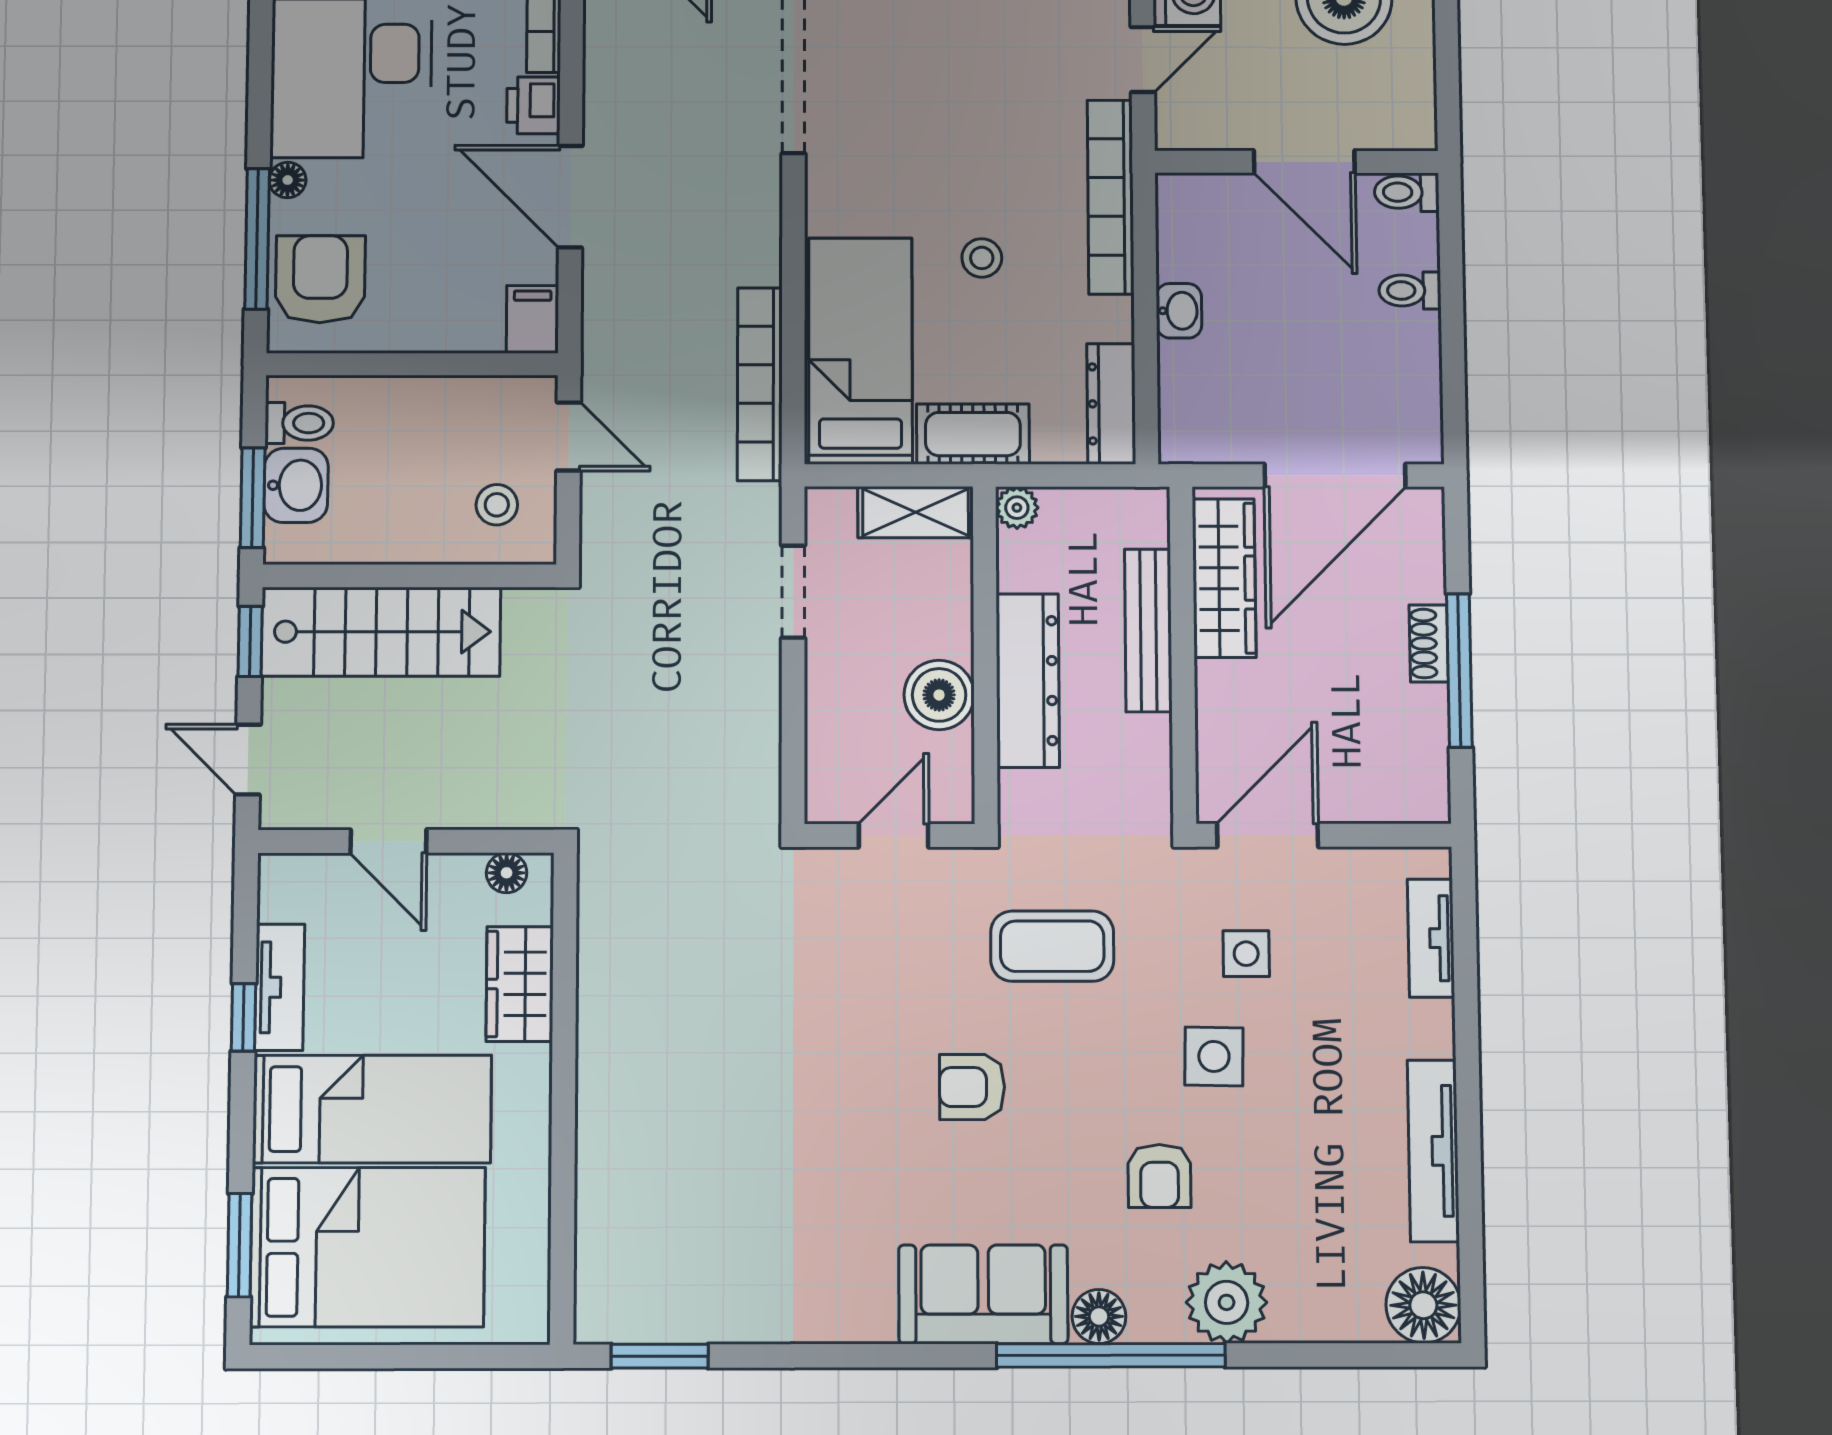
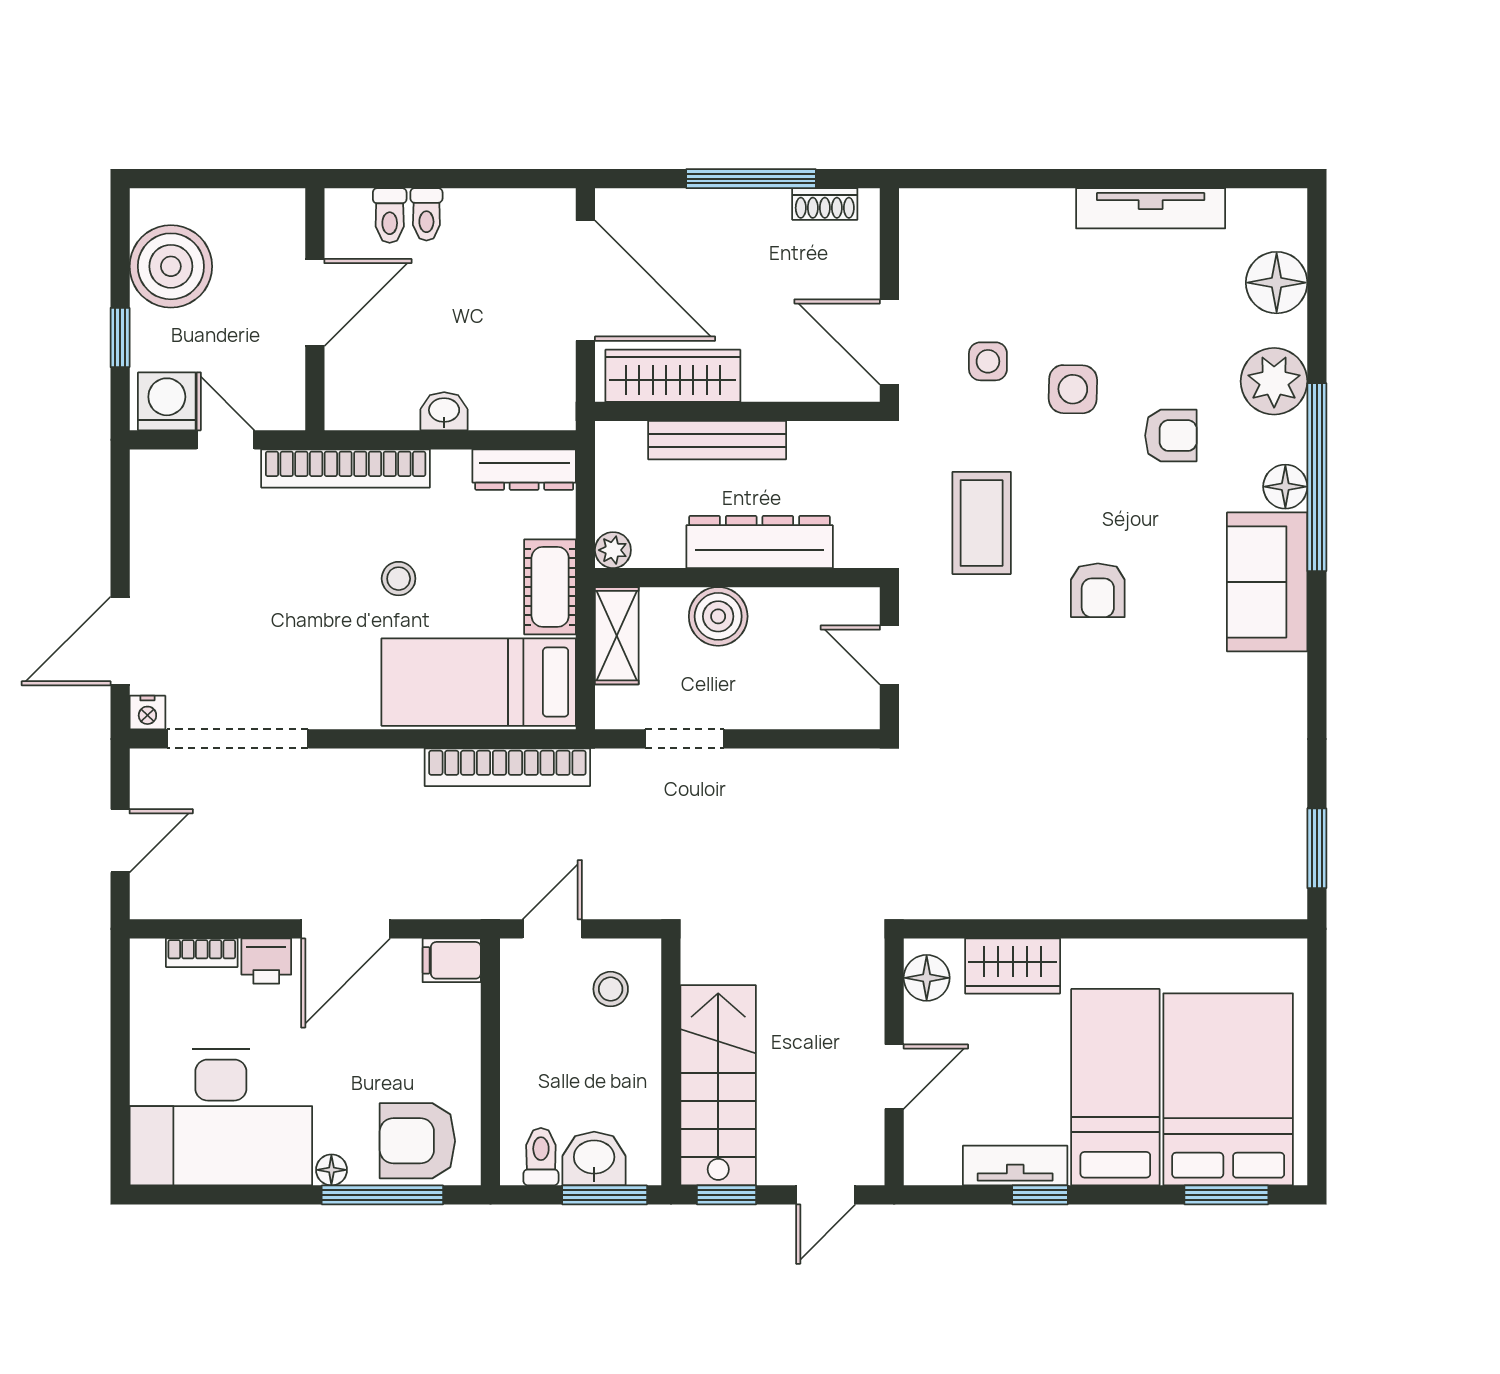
toilet: (1407, 192) -> (390, 216), moved
shoe rack: (1429, 644) -> (825, 204), moved
boiler: (939, 695) -> (718, 616), moved
floor lamp: (507, 873) -> (927, 978), width x1.37, depth x1.37
tv unit: (1431, 938) -> (975, 207), removed
floor lamp: (1423, 1305) -> (1277, 283), moved

